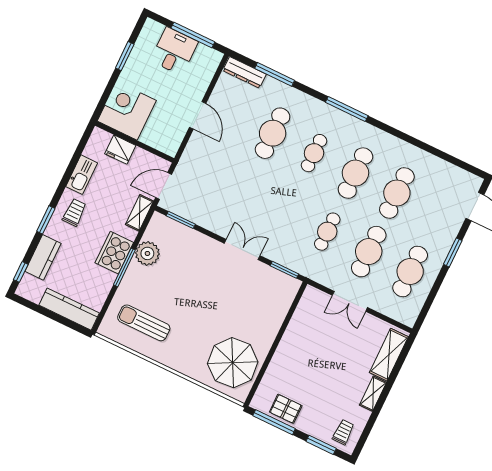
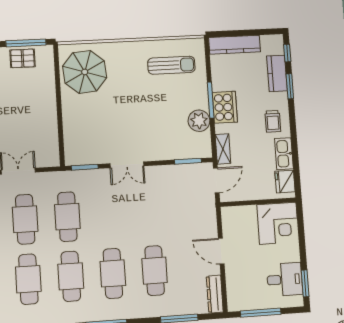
desk: (174, 51) -> (285, 279), moved, turned -90
window: (125, 56) -> (305, 283), moved
dresser: (244, 72) -> (215, 294), moved, turned -90
fridge: (120, 150) -> (285, 182), moved, turned -90
cafe table: (314, 153) -> (113, 273), width x1.37, depth x1.35
window: (46, 220) -> (290, 86), moved
cafe table: (327, 232) -> (67, 217), width x1.37, depth x1.35

